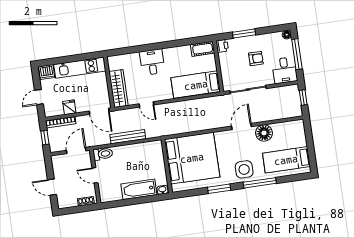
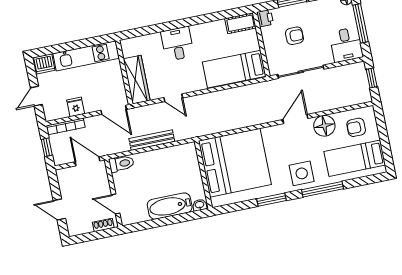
armchair: (256, 59) -> (294, 36), moved
armchair: (289, 136) -> (356, 127), added
door: (76, 151) -> (87, 161), hinge flipped
door: (95, 175) -> (116, 204), moved

